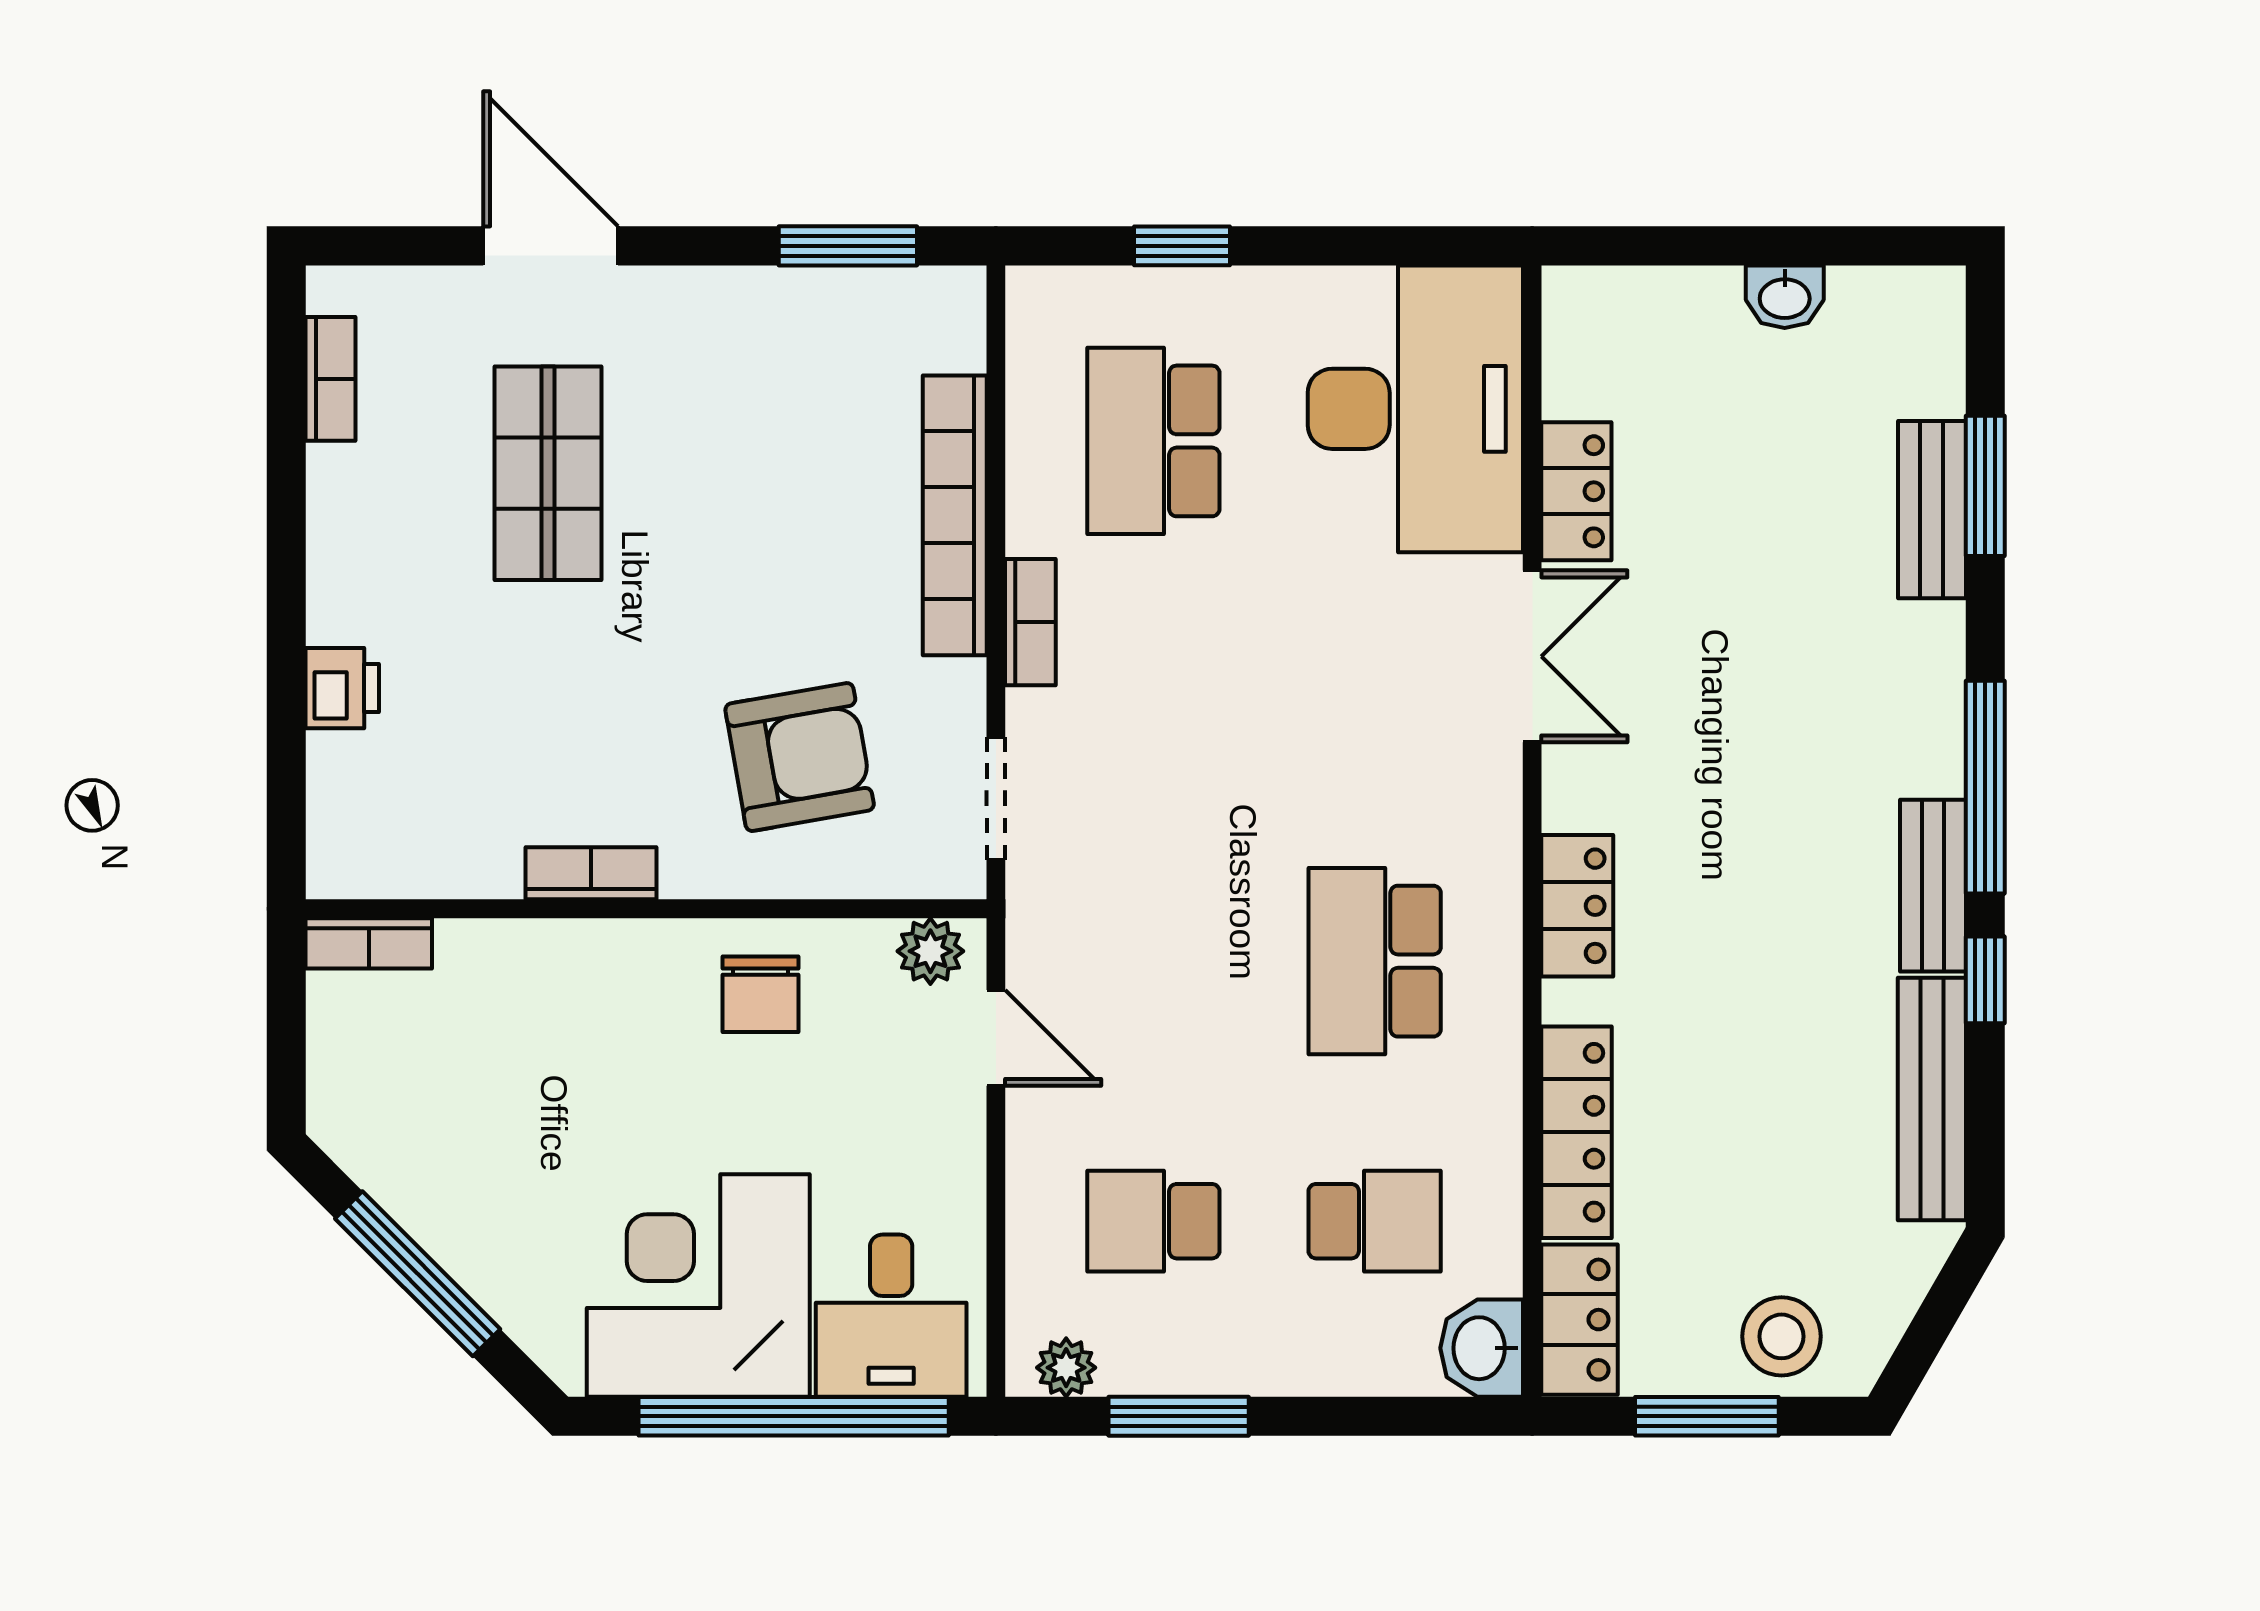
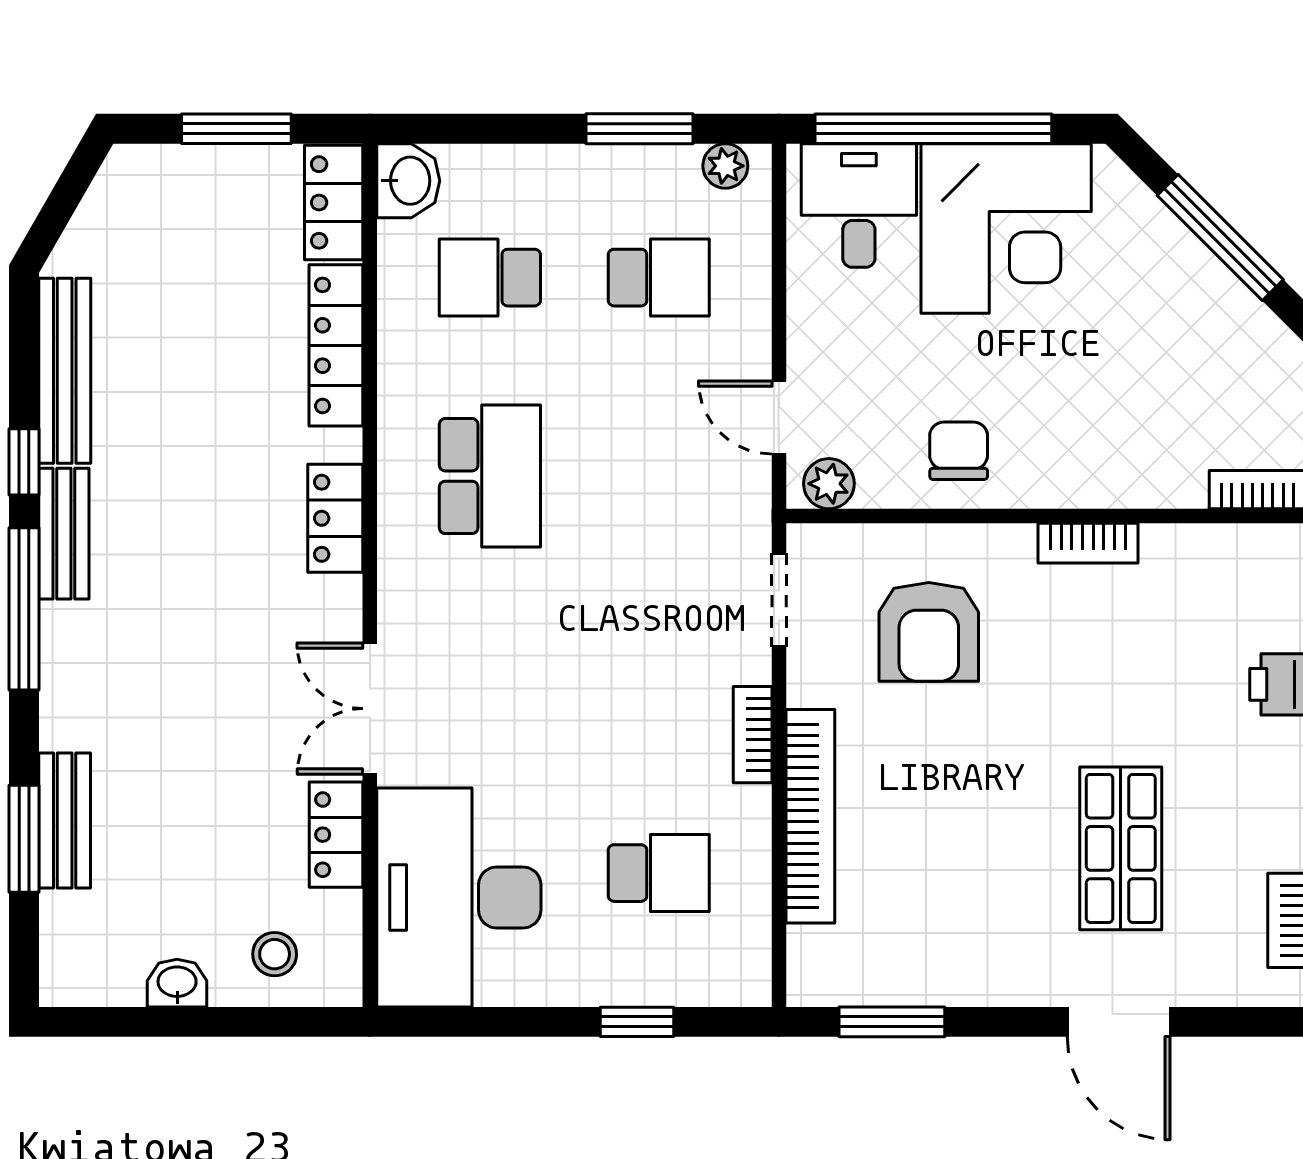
school desk: (1153, 441) -> (659, 873), width x0.54
armchair: (800, 757) -> (929, 632), turned -80
stool: (1782, 1336) -> (275, 954), moved, width x0.73, depth x0.73

